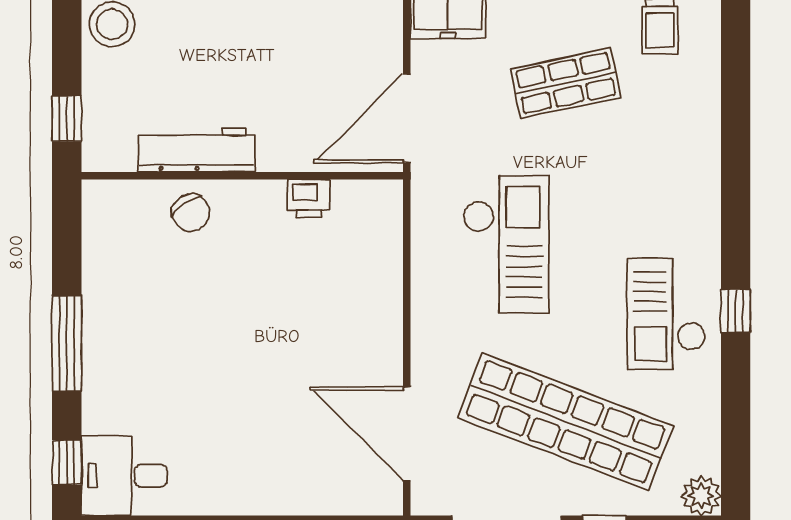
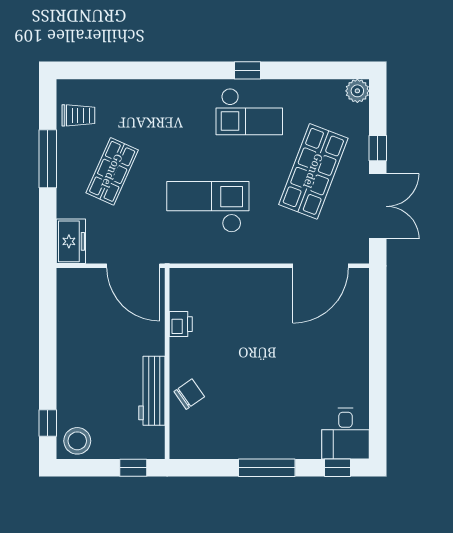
shop shelf: (566, 83) -> (112, 171), turned 36
shop shelf: (566, 422) -> (313, 171), width x0.71

